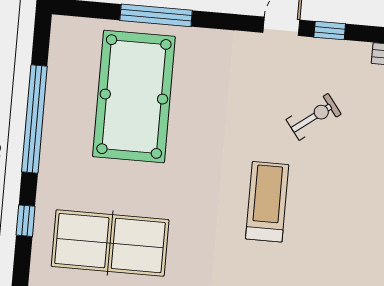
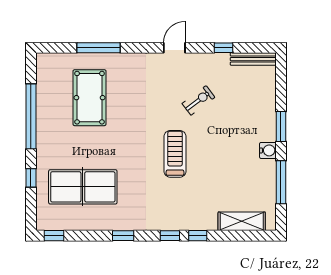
window: (330, 30) -> (223, 48), moved
pool table: (134, 97) -> (90, 98), width x0.73, depth x0.76

